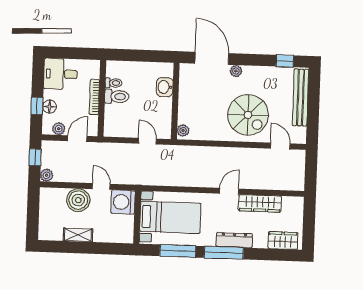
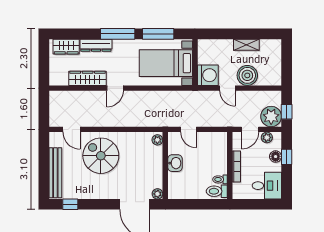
plant: (236, 71) -> (157, 194), moved
washbasin: (165, 87) -> (175, 163), moved
toilet: (117, 96) -> (217, 191), moved
plant: (47, 175) -> (271, 116), moved, width x1.87, depth x1.87
dresser: (234, 240) -> (96, 45), moved

